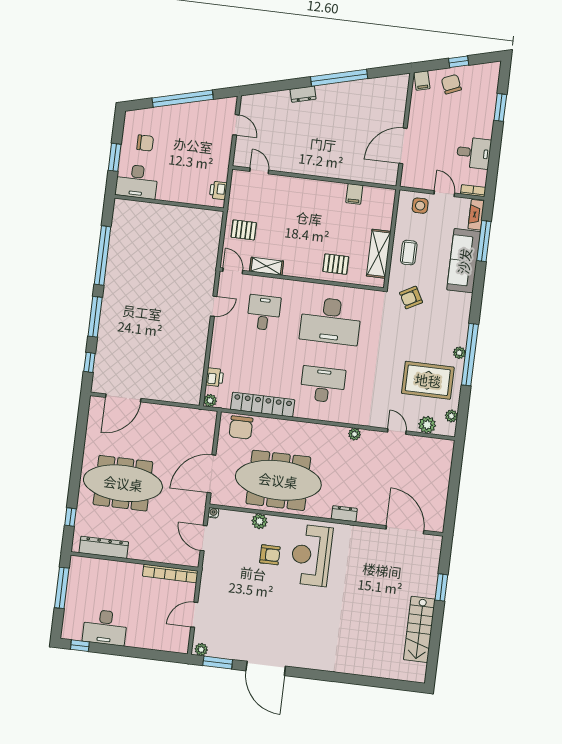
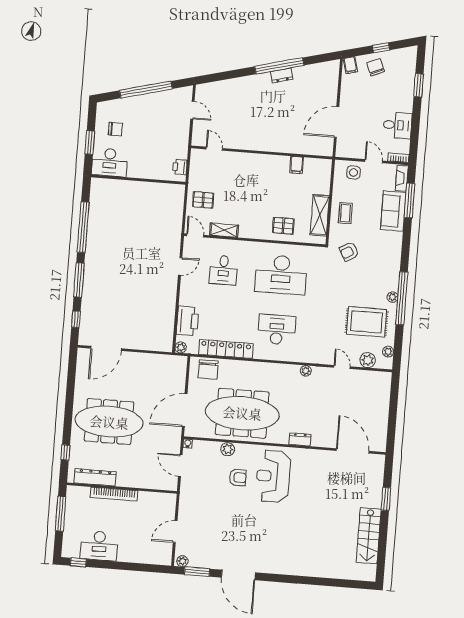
dresser: (303, 94) -> (282, 75), moved
sofa: (464, 261) -> (393, 211), width x0.73
desk: (264, 313) -> (223, 270), turned 180
printer: (215, 377) -> (188, 321), width x1.87, depth x1.48
bookcase: (170, 573) -> (114, 494), moved

